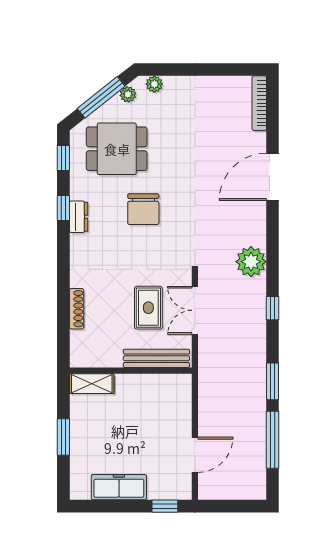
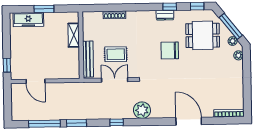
dining table: (117, 149) -> (203, 35), turned 90
shelving: (92, 384) -> (74, 35), moved
freezer: (119, 487) -> (28, 20), moved, turned 90

